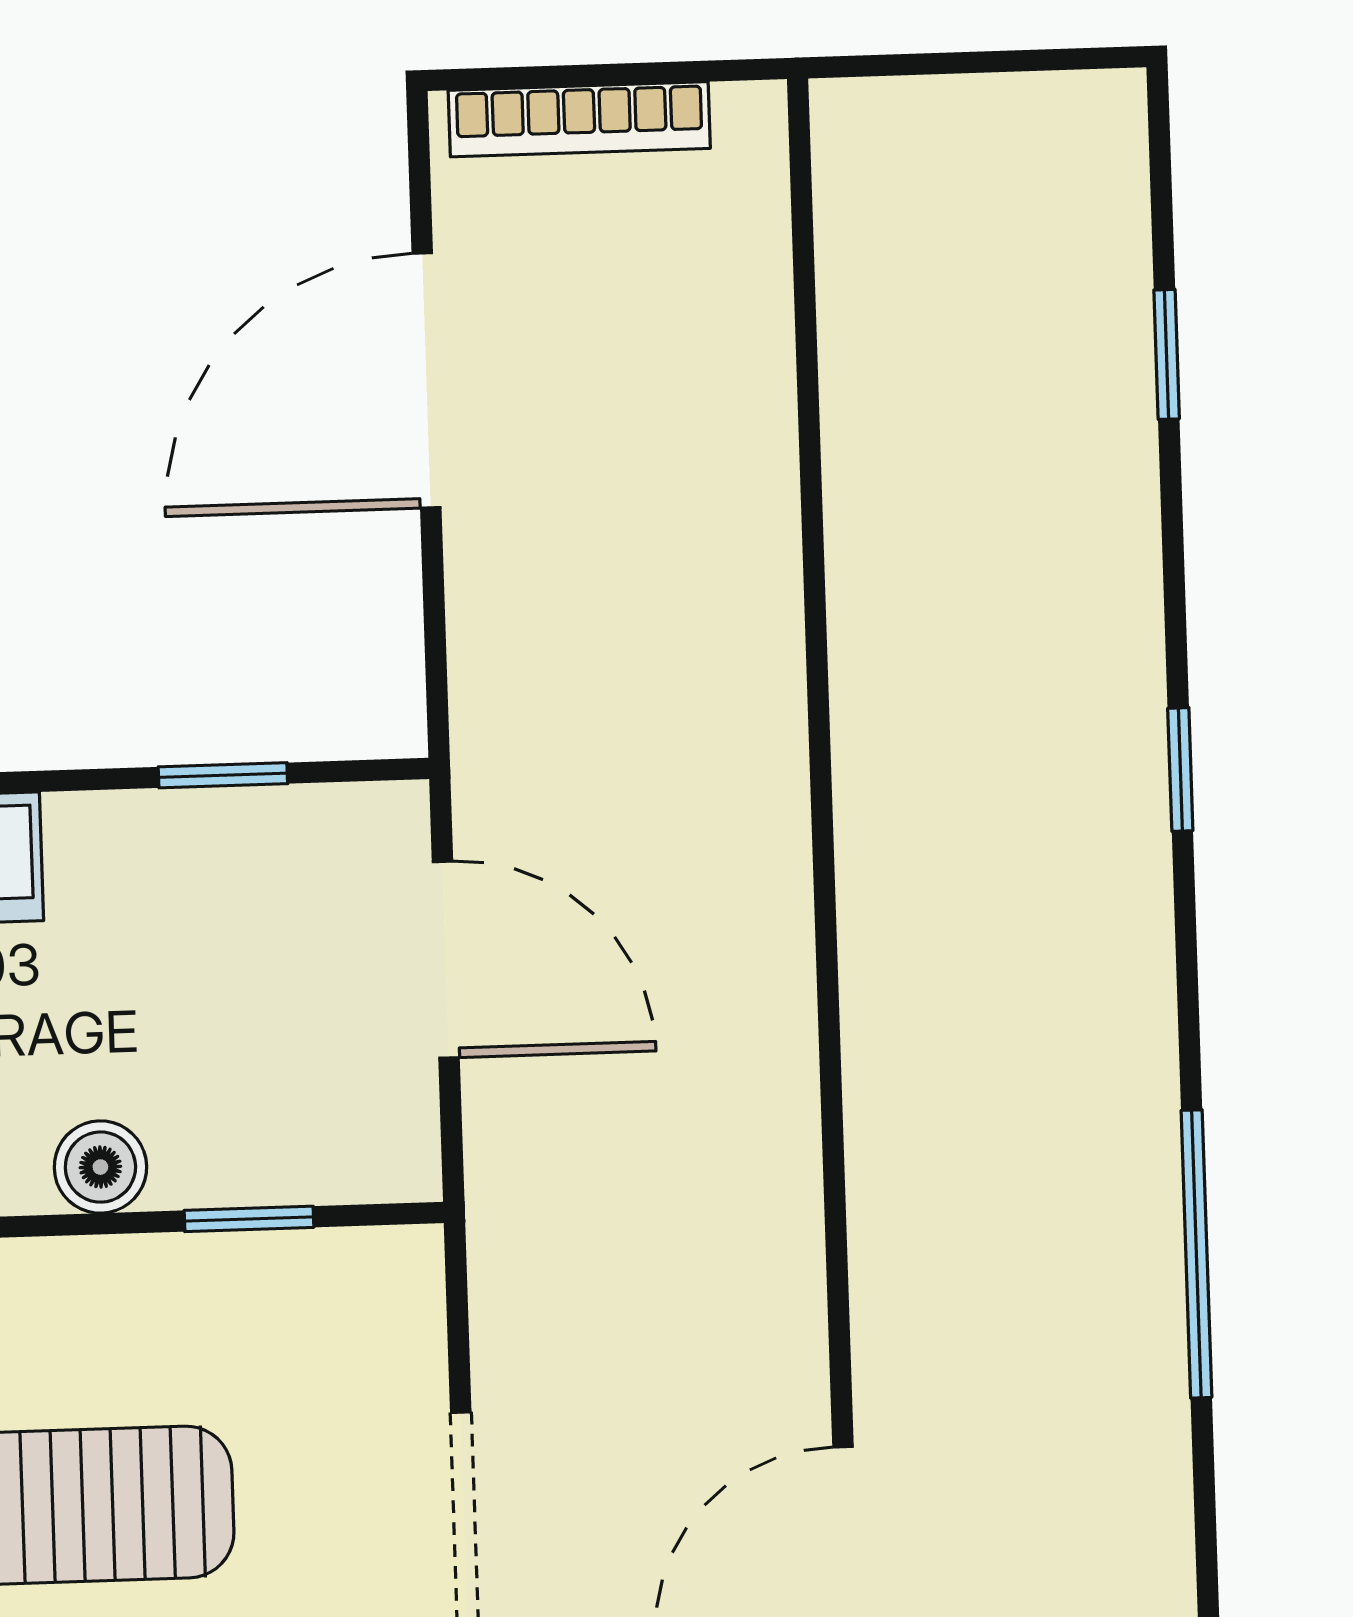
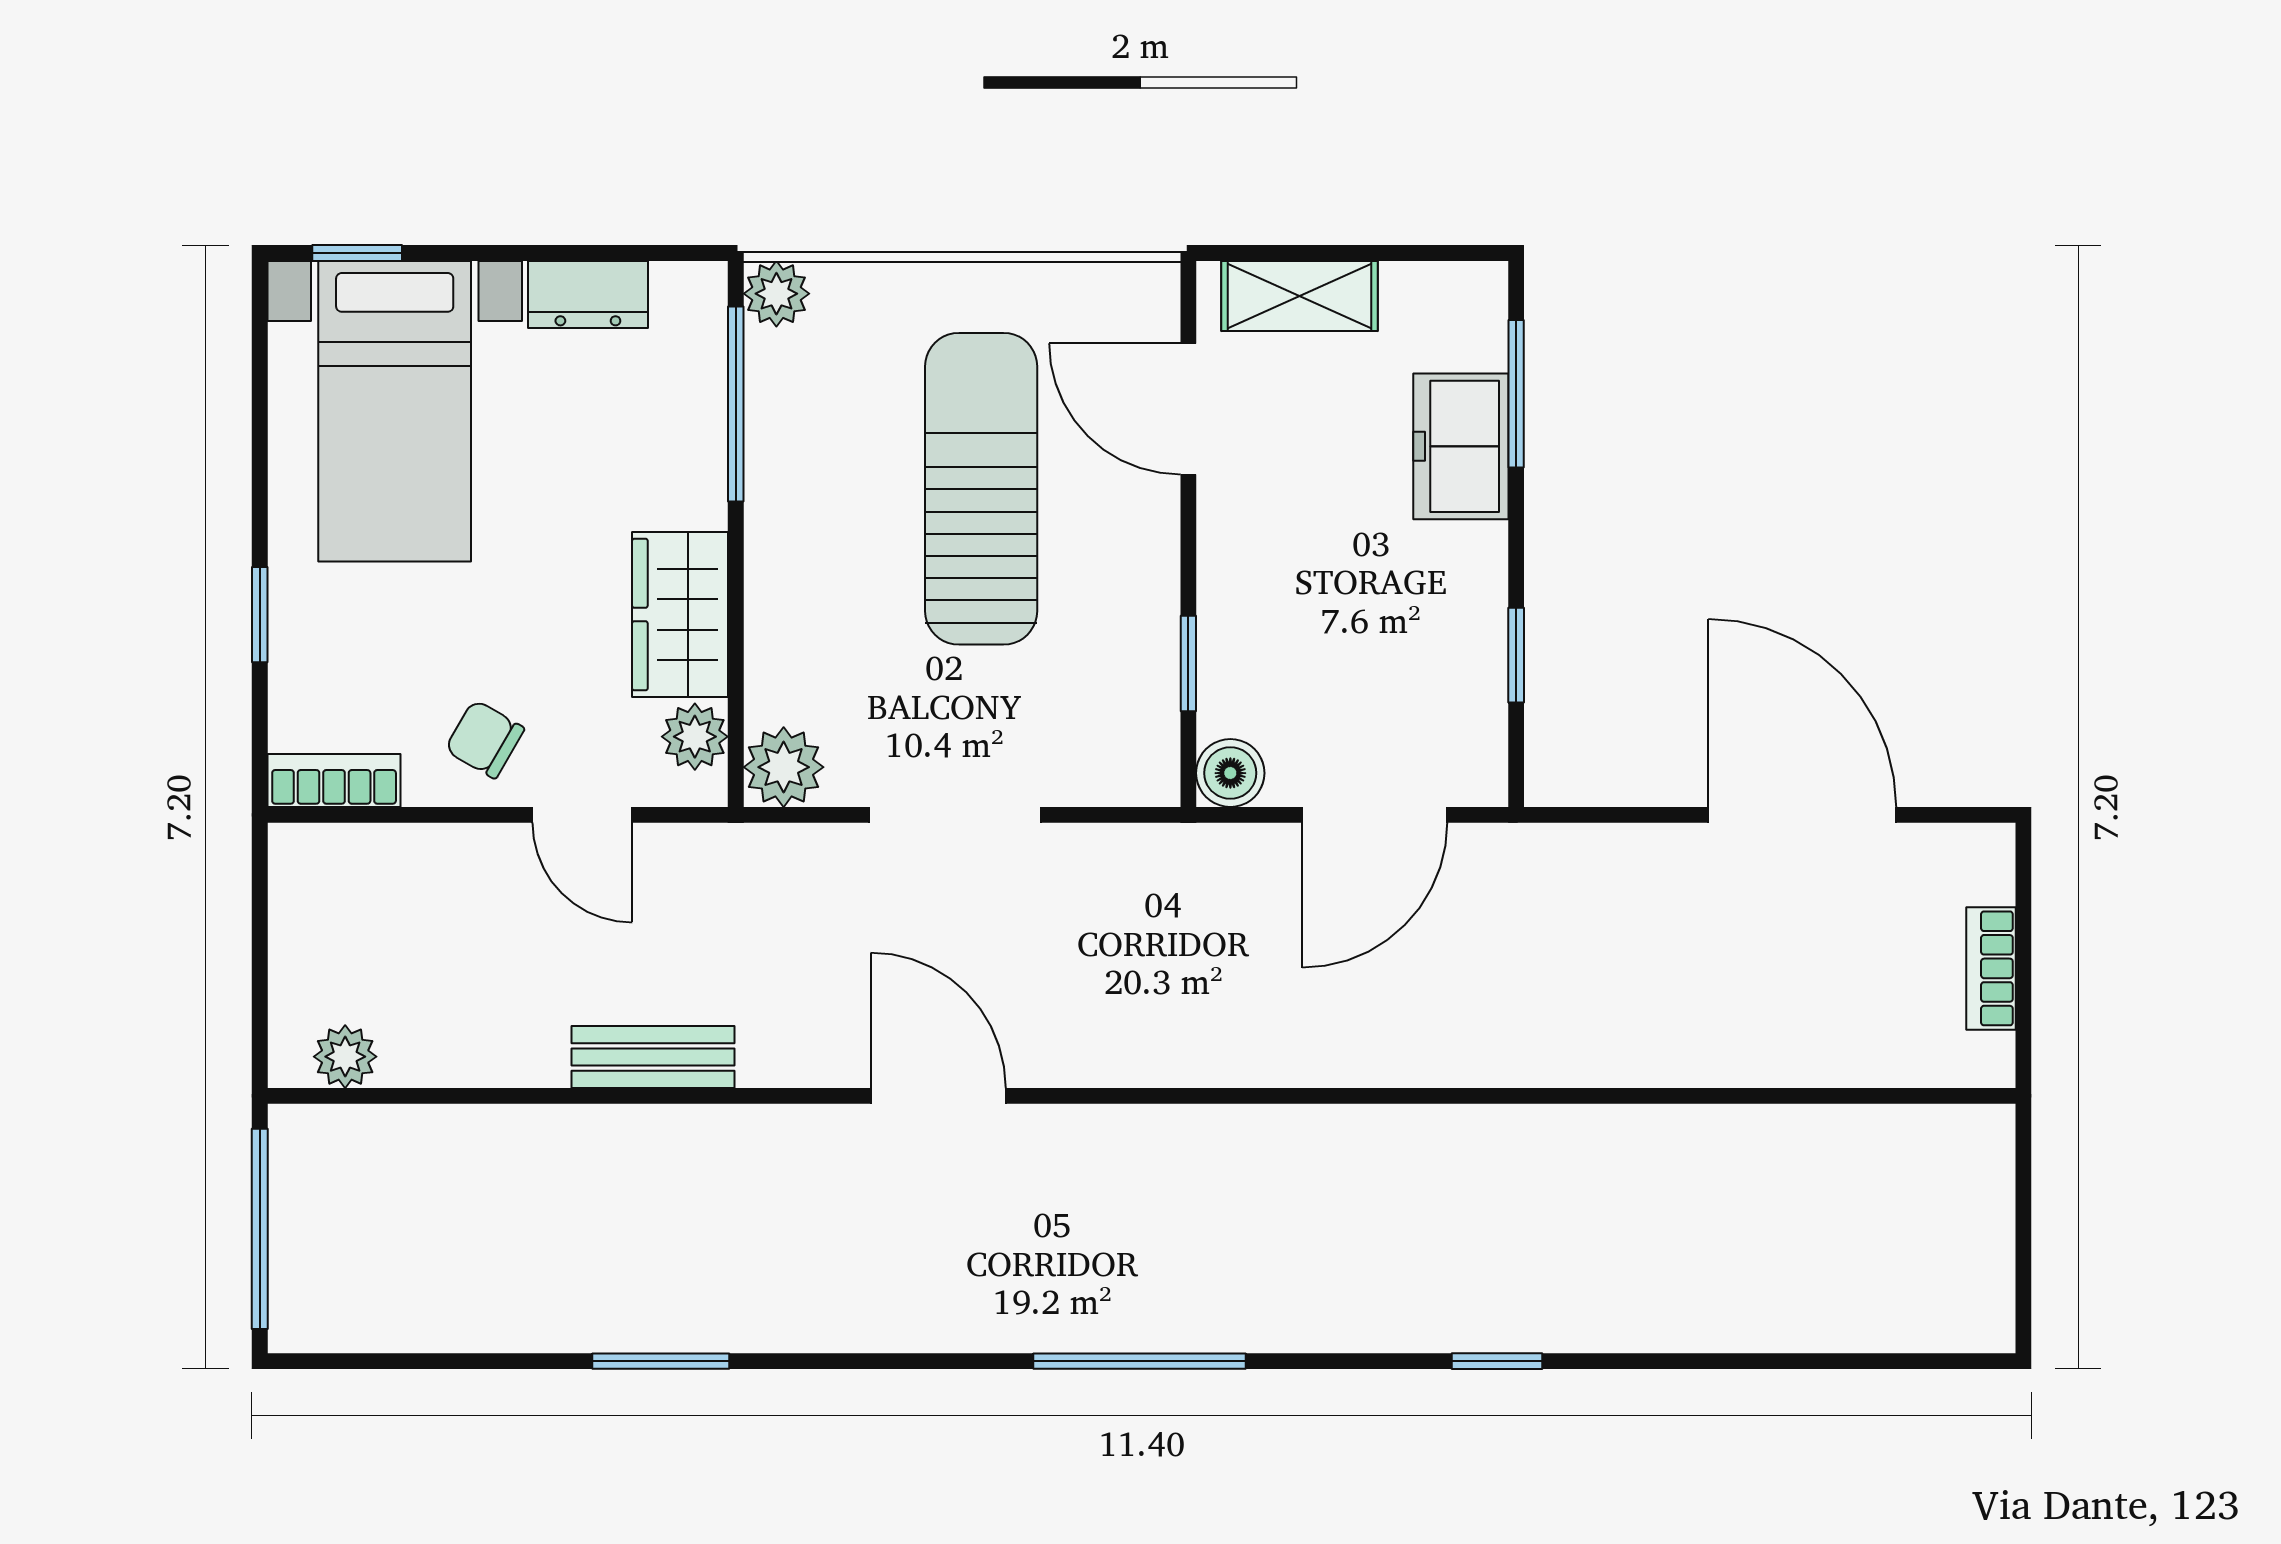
bookcase: (579, 119) -> (1991, 968), width x0.64
window: (1167, 354) -> (1803, 1361), removed
boiler: (100, 1167) -> (1230, 773), moved

